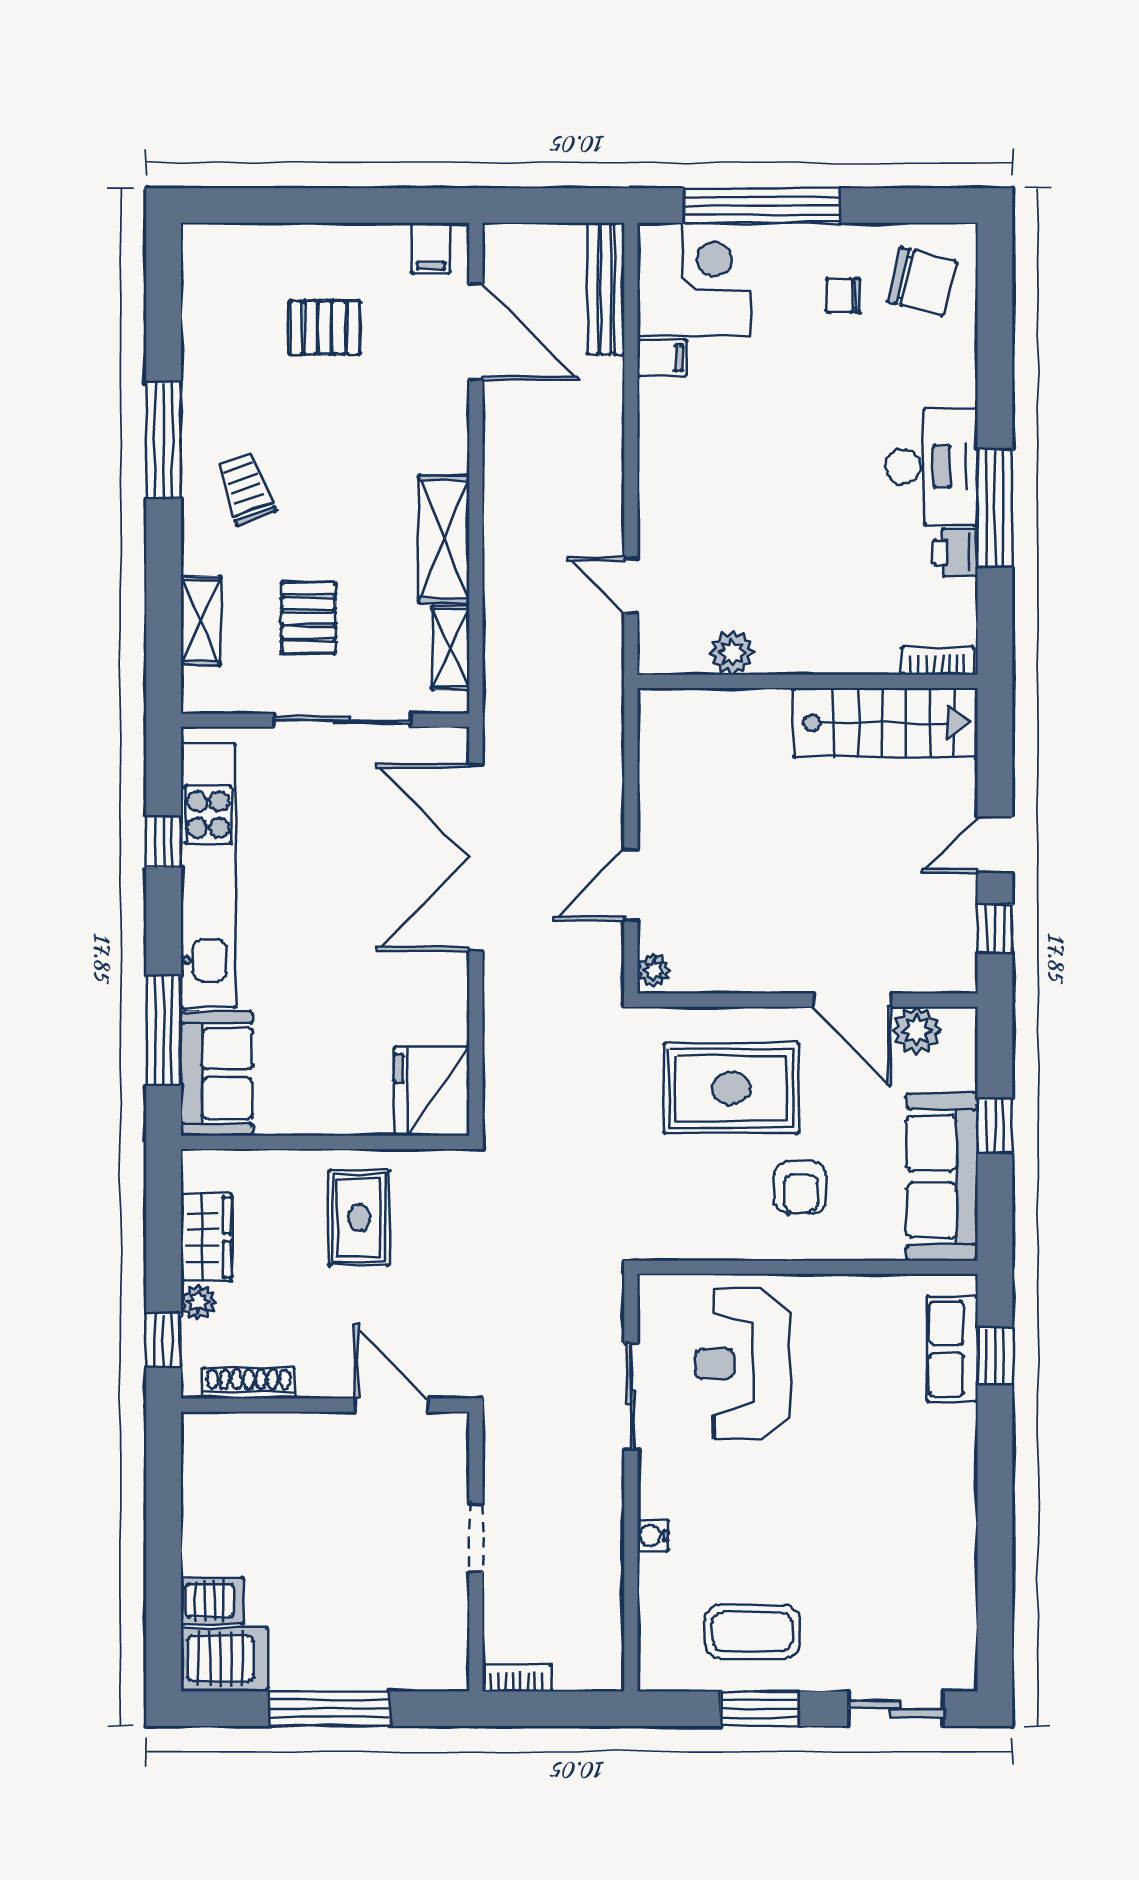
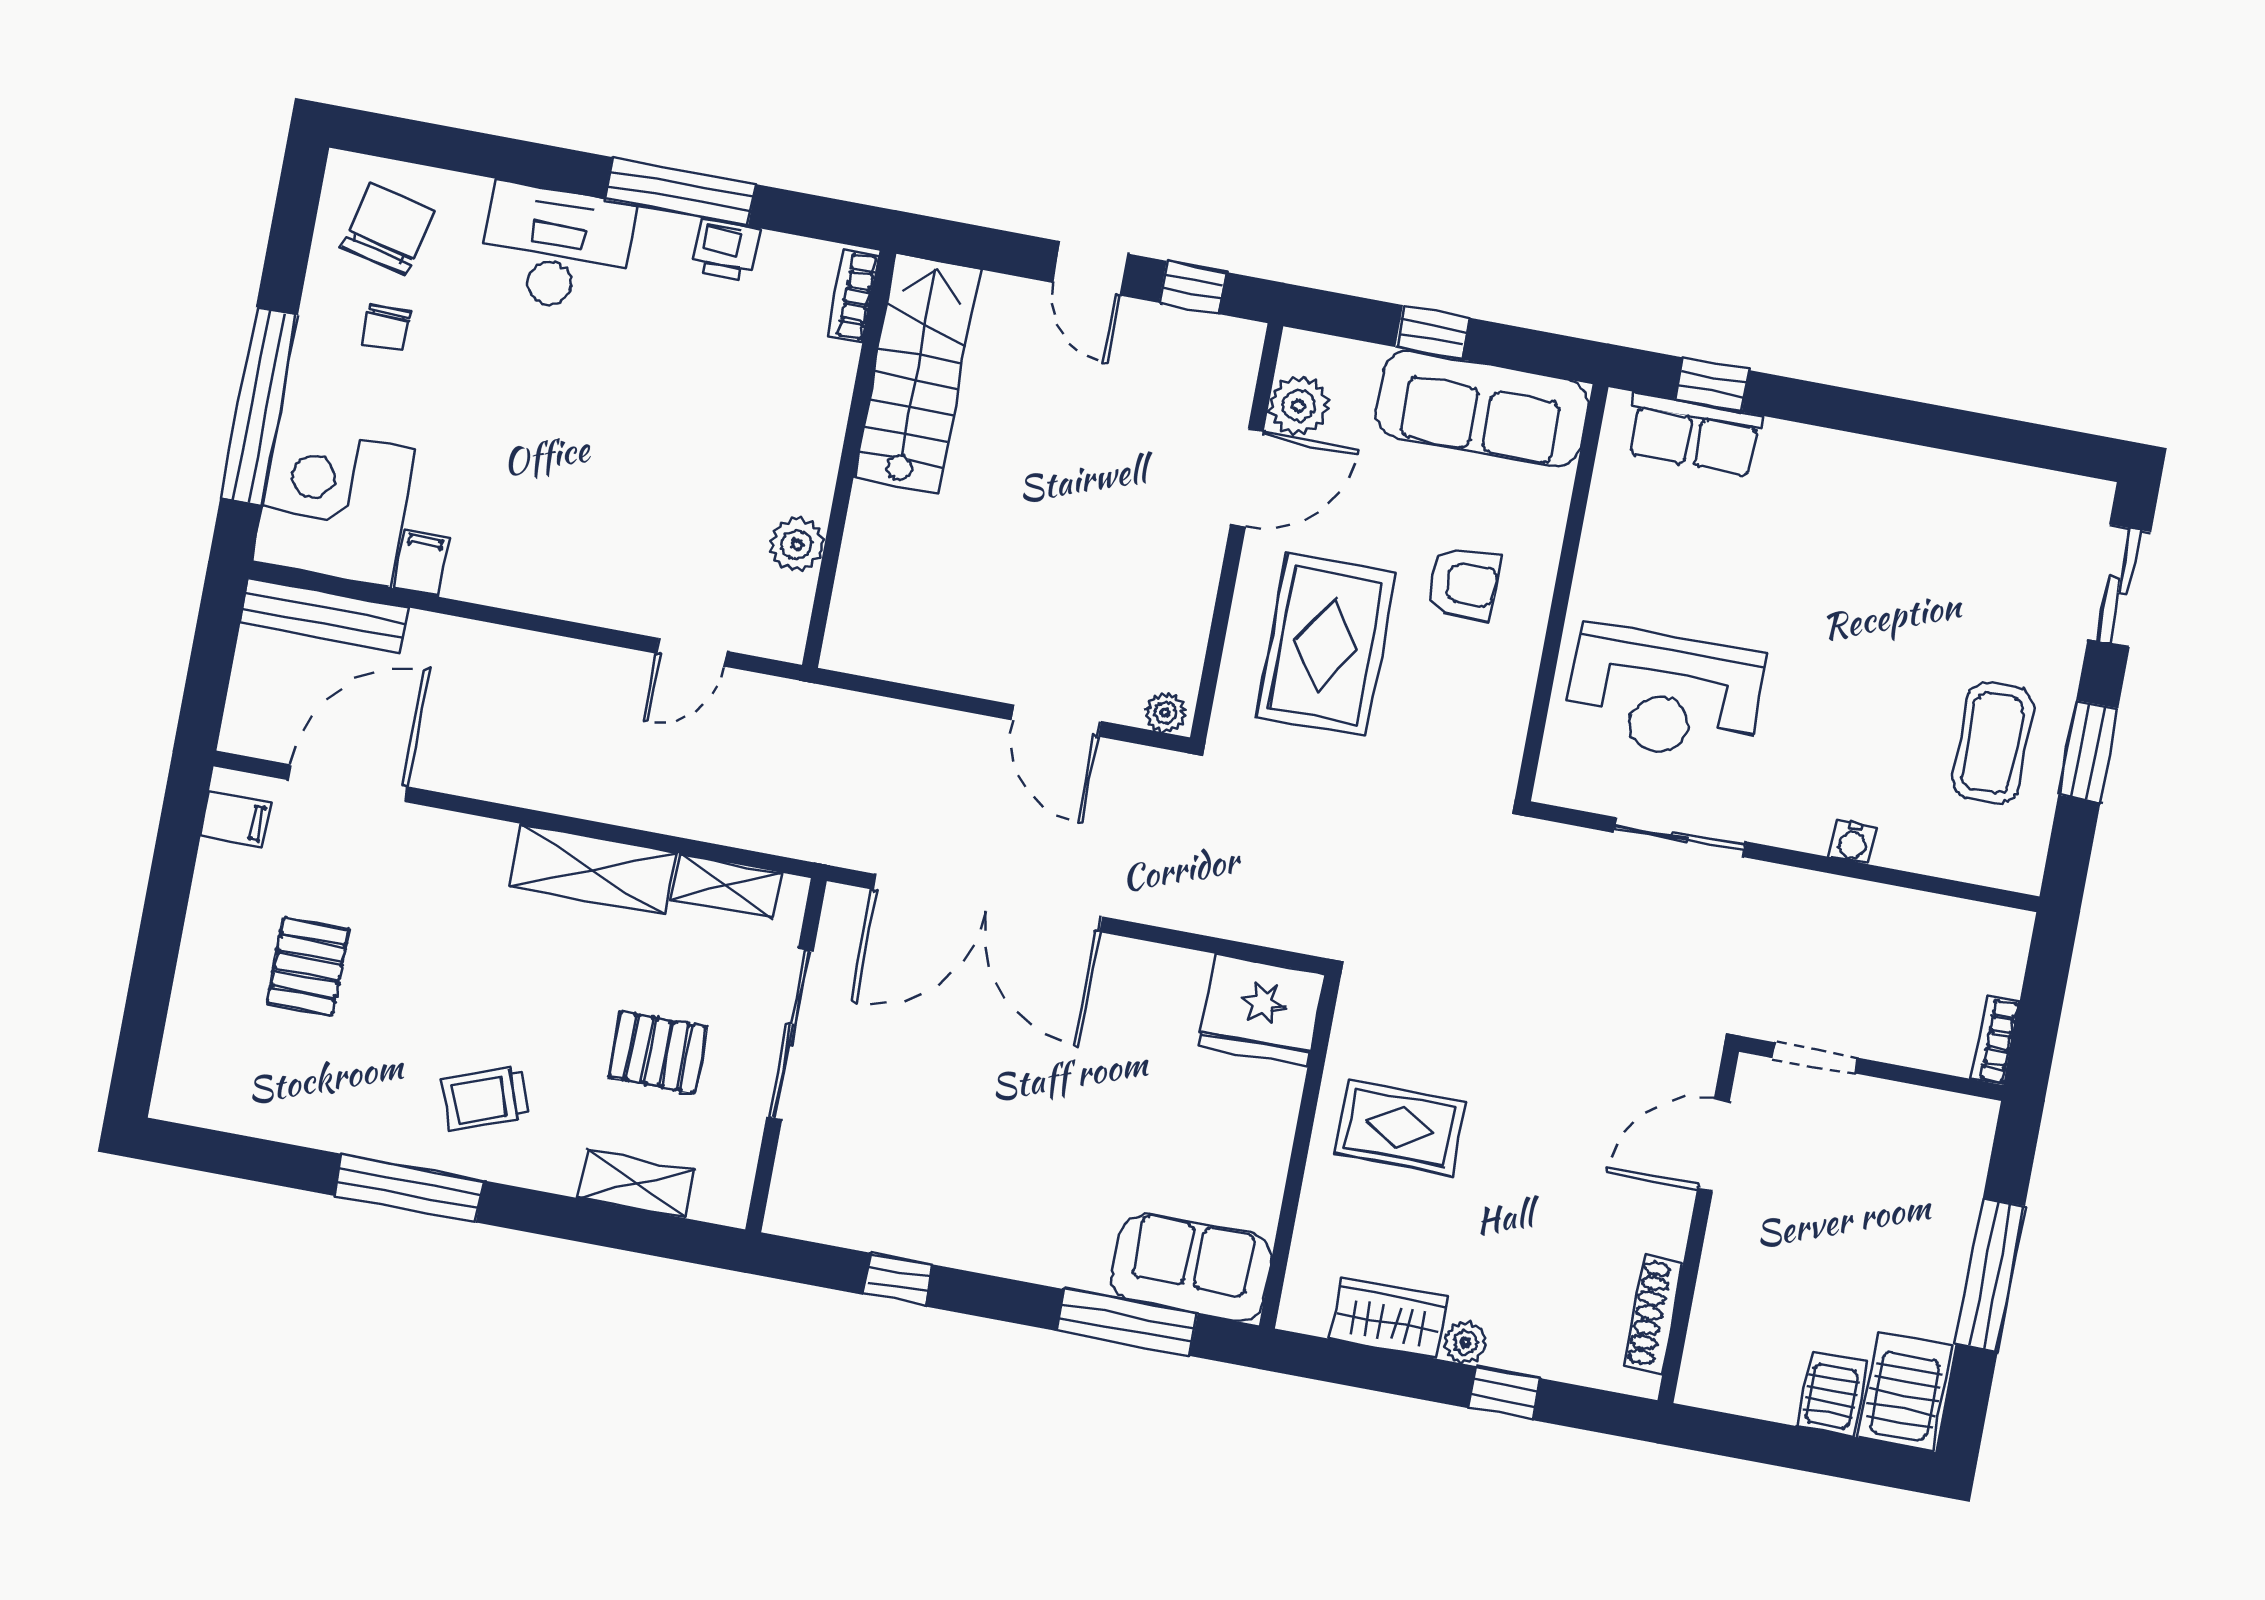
desk: (932, 467) -> (556, 248), moved
kitchen unit: (208, 876) -> (948, 1233), removed
shoe rack: (249, 1383) -> (1654, 1314), moved
wall: (325, 1405) -> (1698, 1226), moved
door: (391, 1405) -> (1713, 1145), moved

